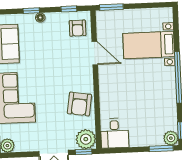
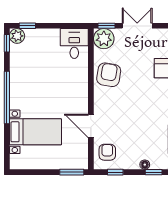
window: (161, 149) -> (27, 26), width x0.67

